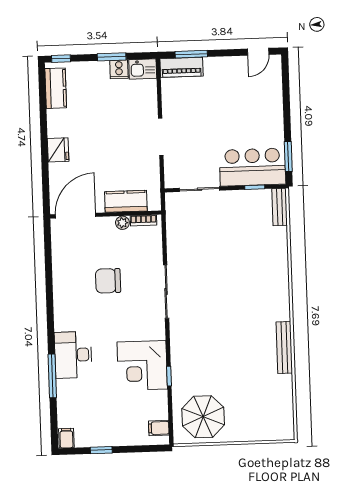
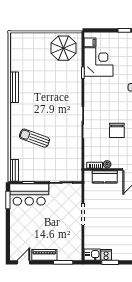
piano: (181, 67) -> (44, 255), moved
sun lounger: (247, 263) -> (34, 138), added
chair: (108, 281) -> (117, 130), turned 90
corner desk: (142, 365) -> (98, 62), moved

